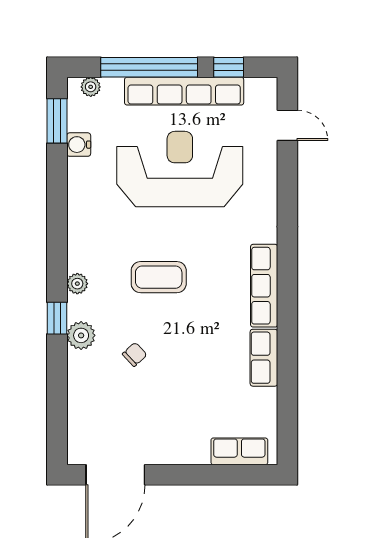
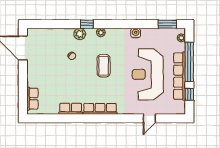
door: (287, 125) -> (149, 118), moved
water cooler: (79, 145) -> (136, 33), moved
reception desk: (180, 169) -> (148, 74), turned 180

